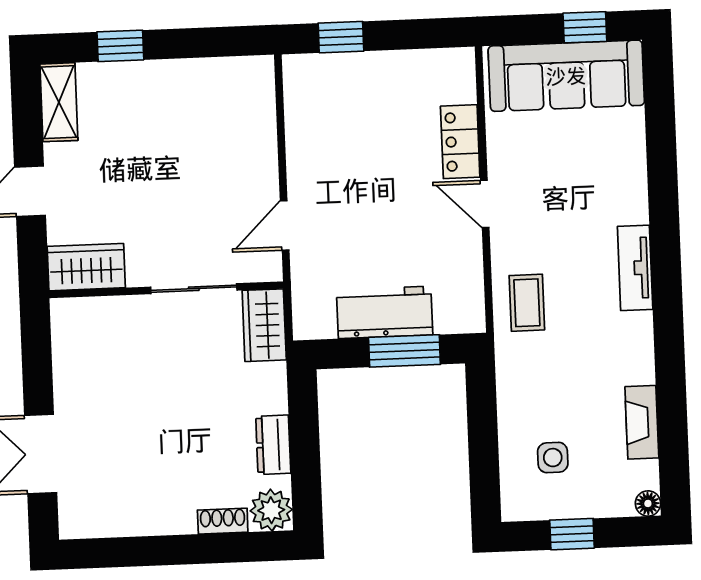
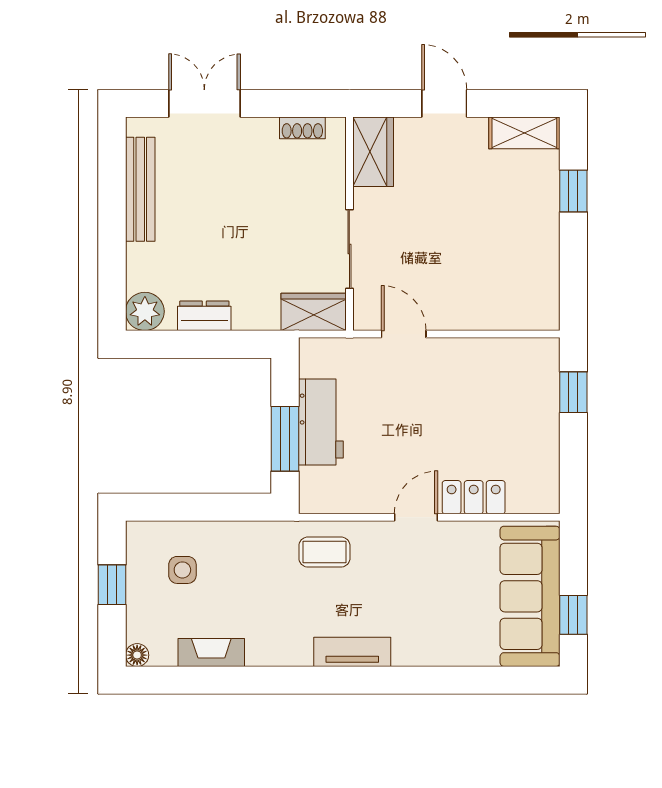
bench: (137, 521) -> (140, 189), added
shoe rack: (223, 521) -> (302, 128), moved, turned 90

